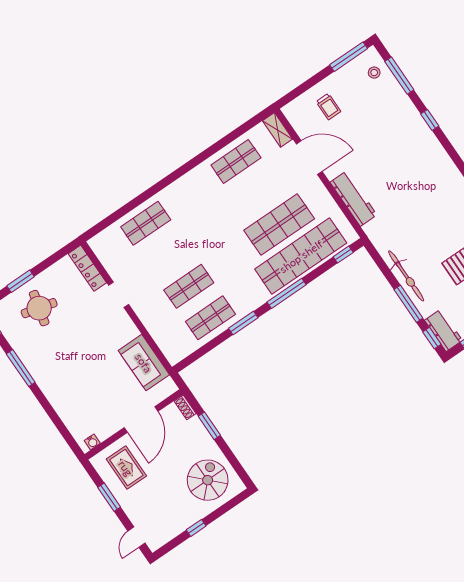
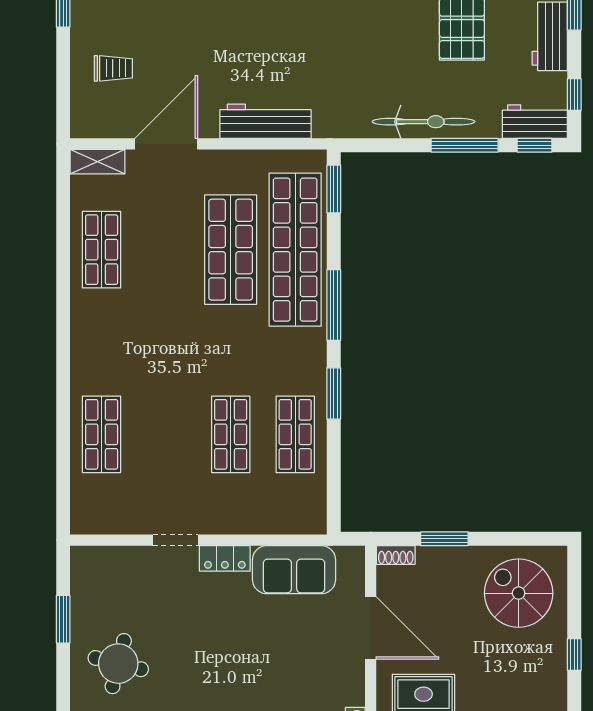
window: (343, 255) -> (334, 189), width x1.50
locker: (87, 268) -> (225, 558), moved, width x0.66
window: (20, 281) -> (63, 619), moved

